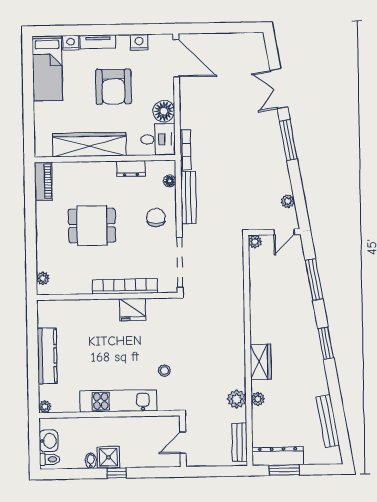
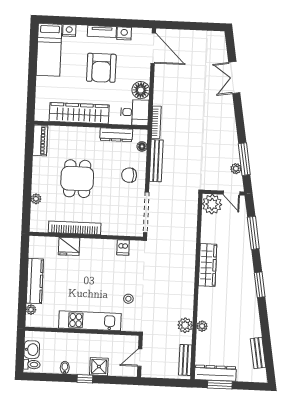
tv unit: (98, 42) -> (102, 31), moved
window: (288, 140) -> (244, 159), moved
dresser: (131, 169) -> (116, 135), width x1.44
chair: (156, 217) -> (129, 175), turned -90
dining table: (92, 226) -> (77, 179), turned 90
door: (284, 232) -> (231, 193), hinge flipped
plant: (255, 241) -> (212, 204), width x1.88, depth x1.88
plant: (43, 278) -> (36, 199), moved
bookcase: (125, 286) -> (75, 228), moved
dishwasher: (154, 307) -> (123, 247), added
fridge: (132, 309) -> (69, 246), moved
wardrobe: (261, 362) -> (208, 265), moved, width x1.50
plant: (45, 407) -> (31, 310), moved
bench: (328, 421) -> (258, 353), width x0.73
shower: (108, 457) -> (99, 367), moved

